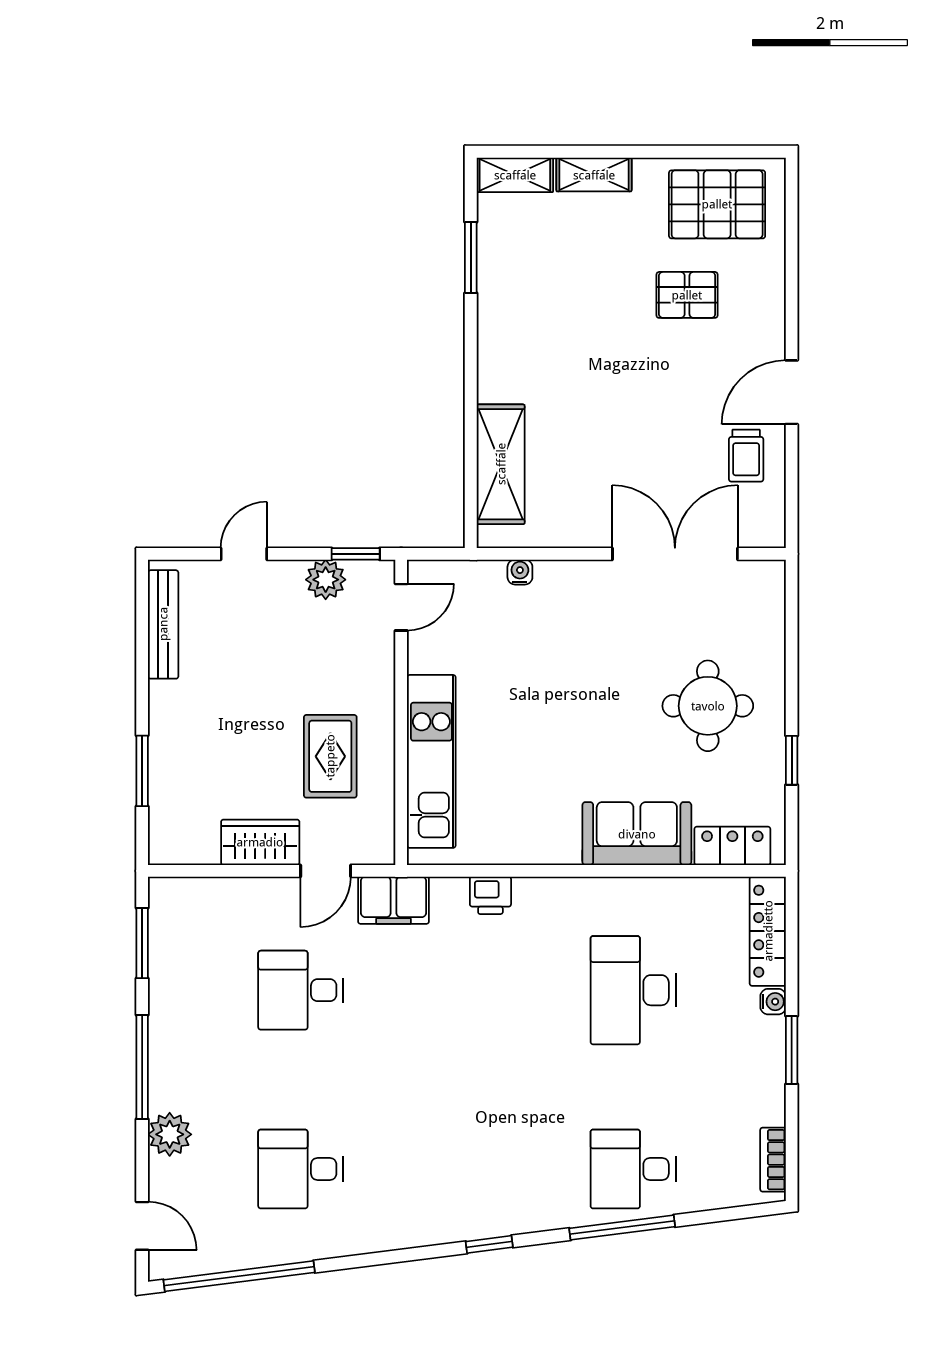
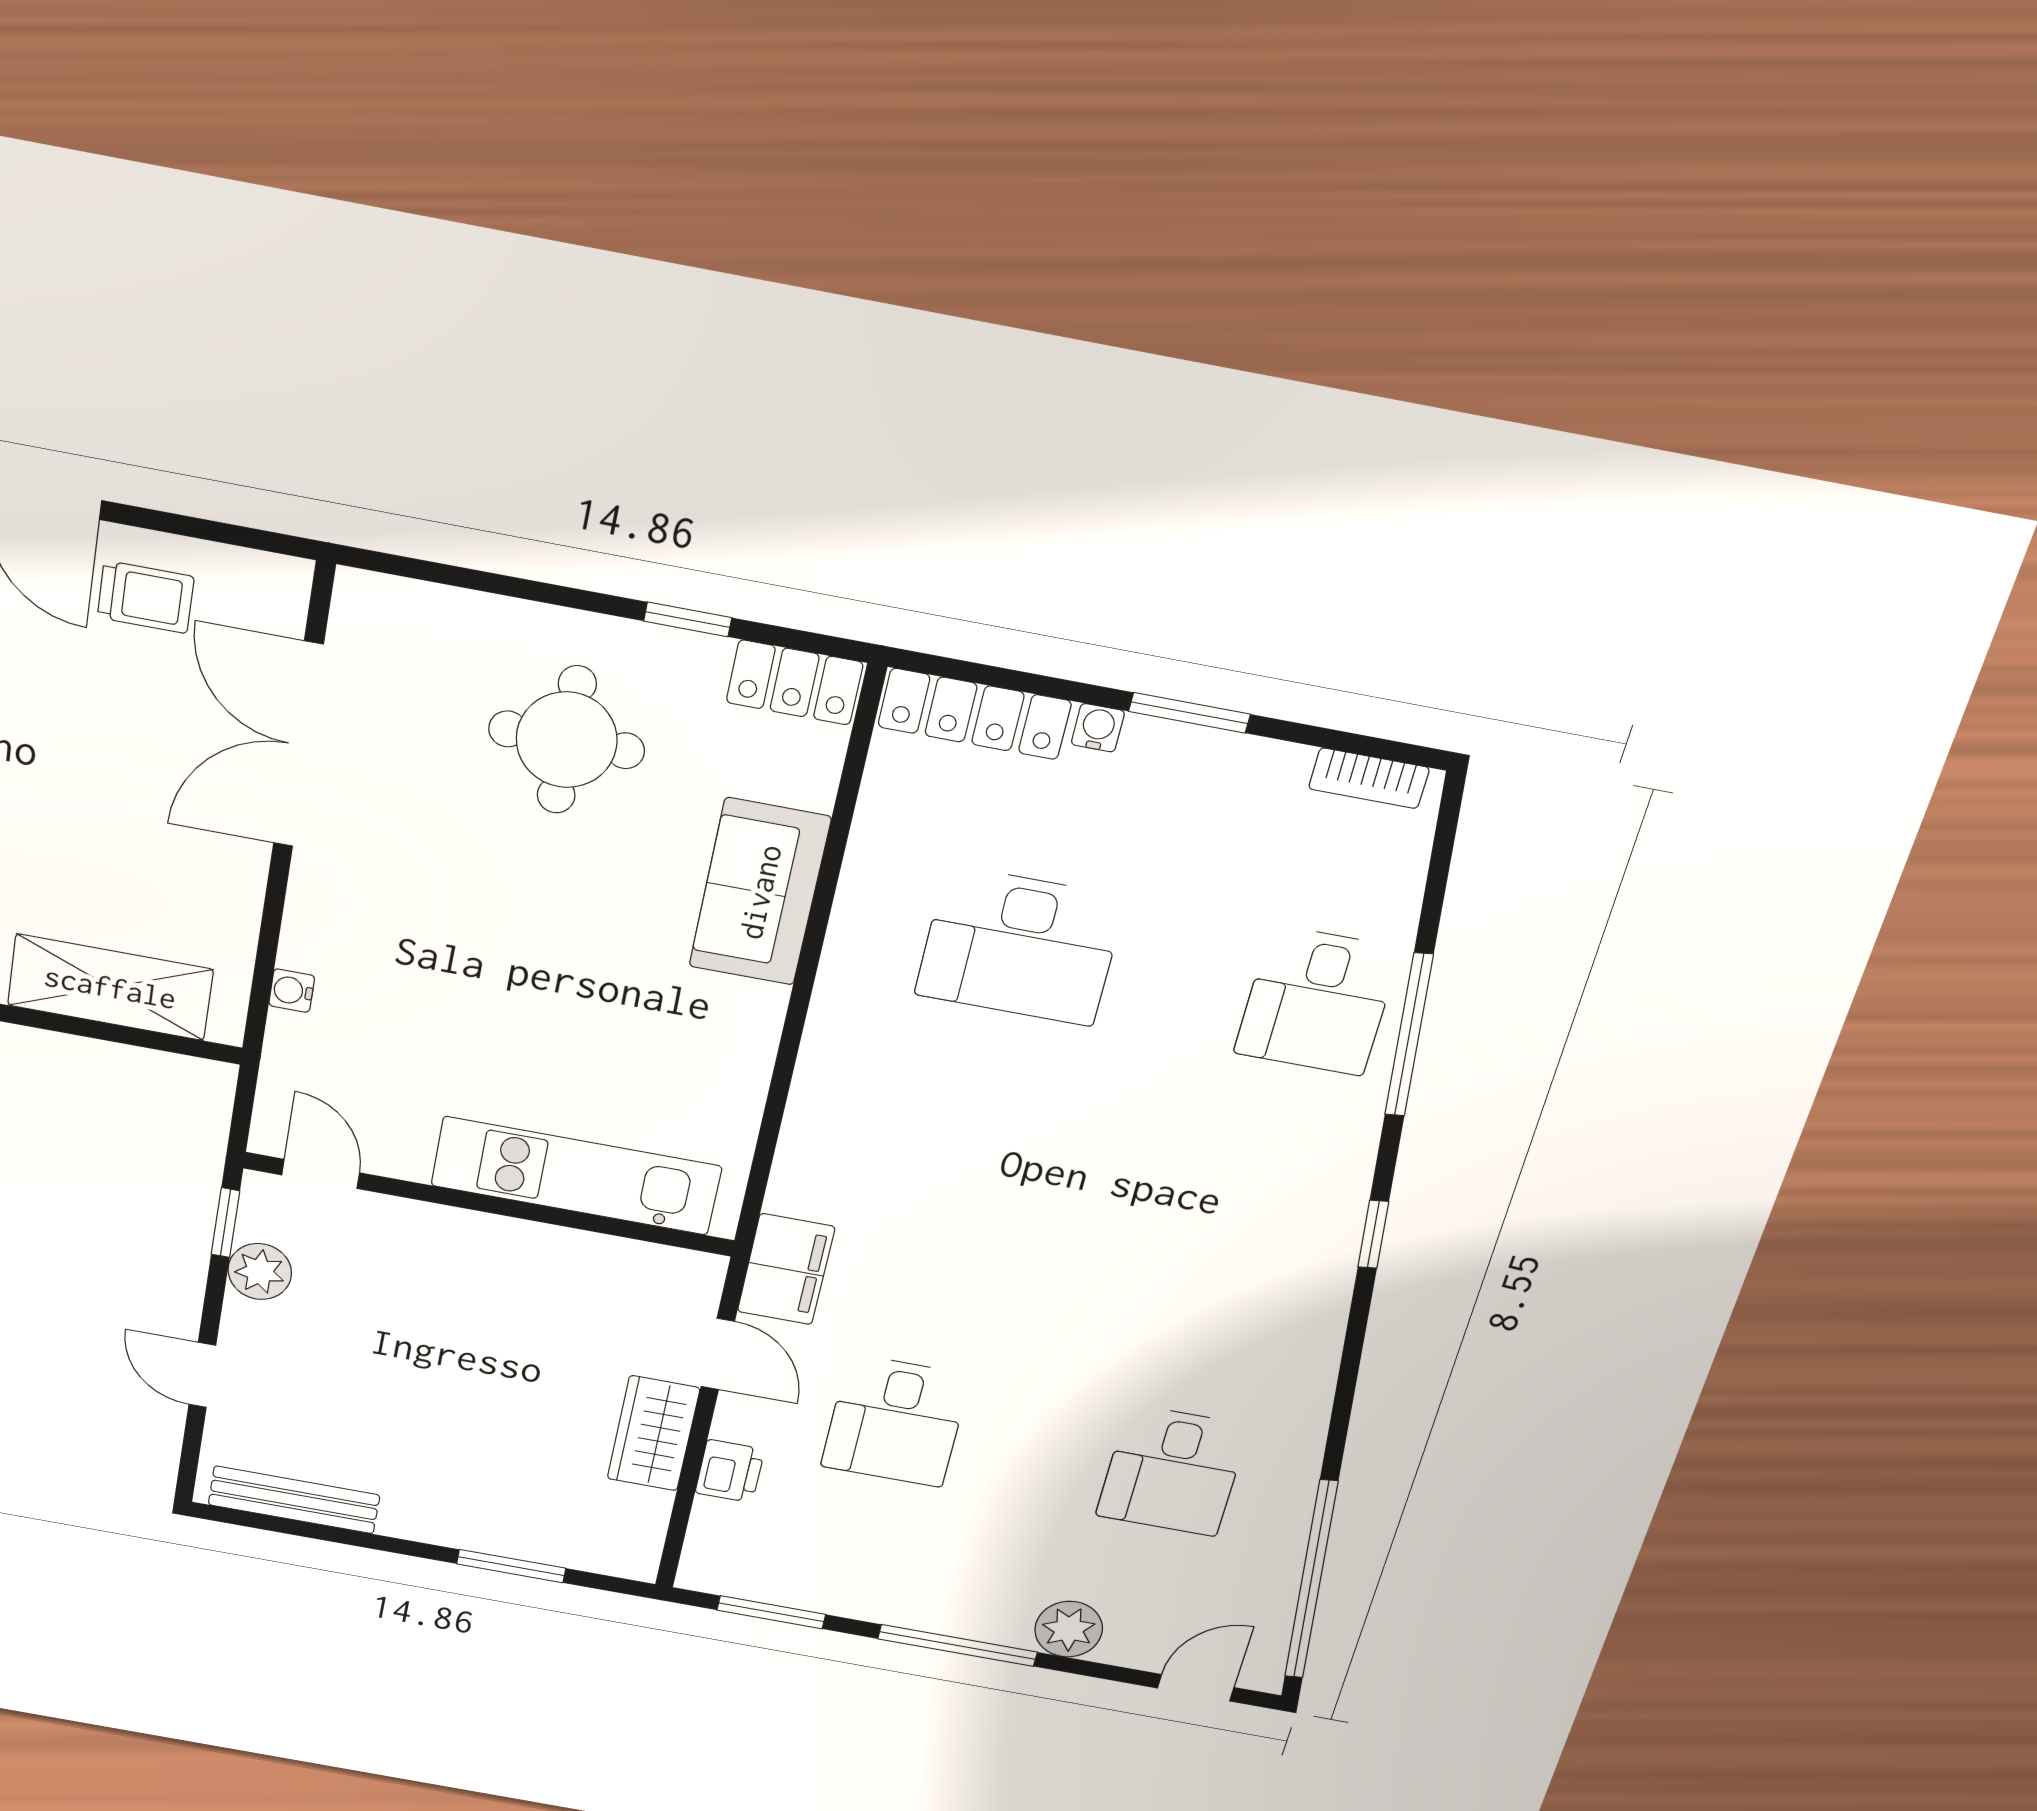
rug: (330, 756) -> (539, 1315), removed
locker: (732, 846) -> (795, 682), moved, turned -90
printer: (490, 895) -> (730, 1471), moved

